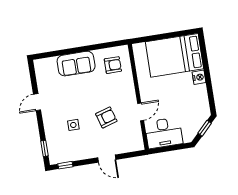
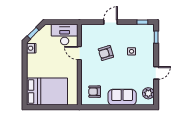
plant: (43, 74) -> (148, 93), added
nightstand: (199, 77) -> (31, 48), moved
door: (141, 112) -> (79, 53), hinge flipped
door: (107, 159) -> (110, 22), hinge flipped

